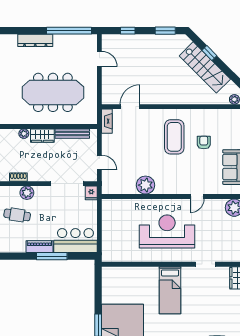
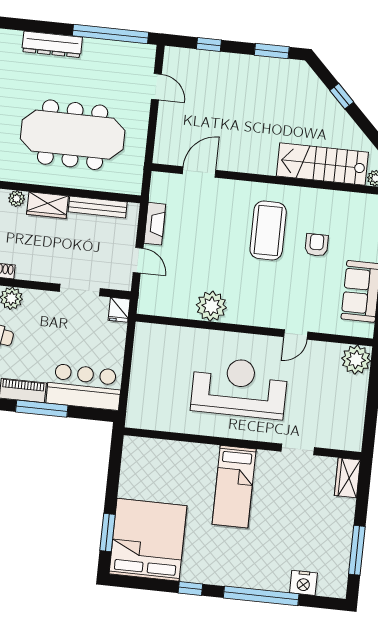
stairs: (205, 67) -> (322, 164), moved, turned 135
fireplace: (107, 121) -> (155, 224), moved
doorway: (67, 184) -> (80, 290), width x0.73

